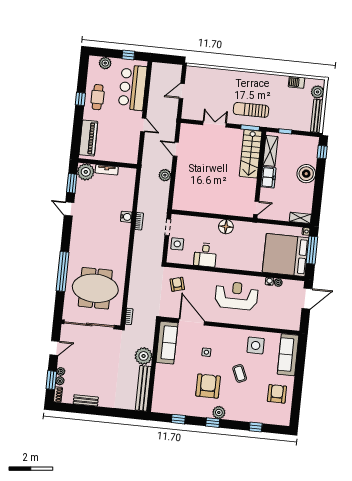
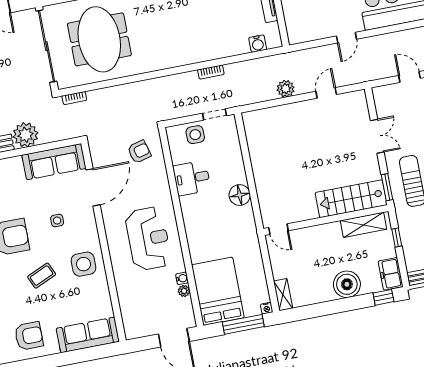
freezer: (268, 177) -> (391, 274), moved, turned 90
water cooler: (126, 217) -> (258, 44), moved
bed: (286, 255) -> (218, 291), width x0.73
side table: (256, 345) -> (84, 264), moved

